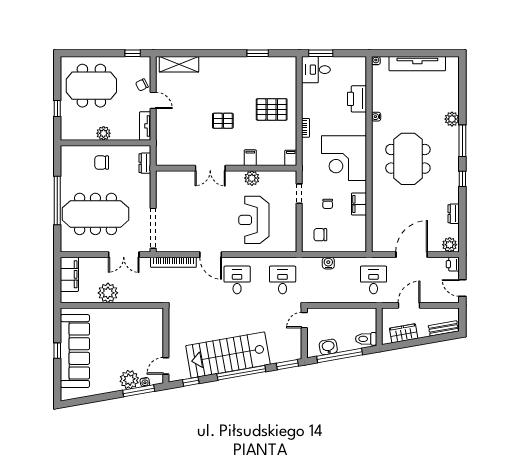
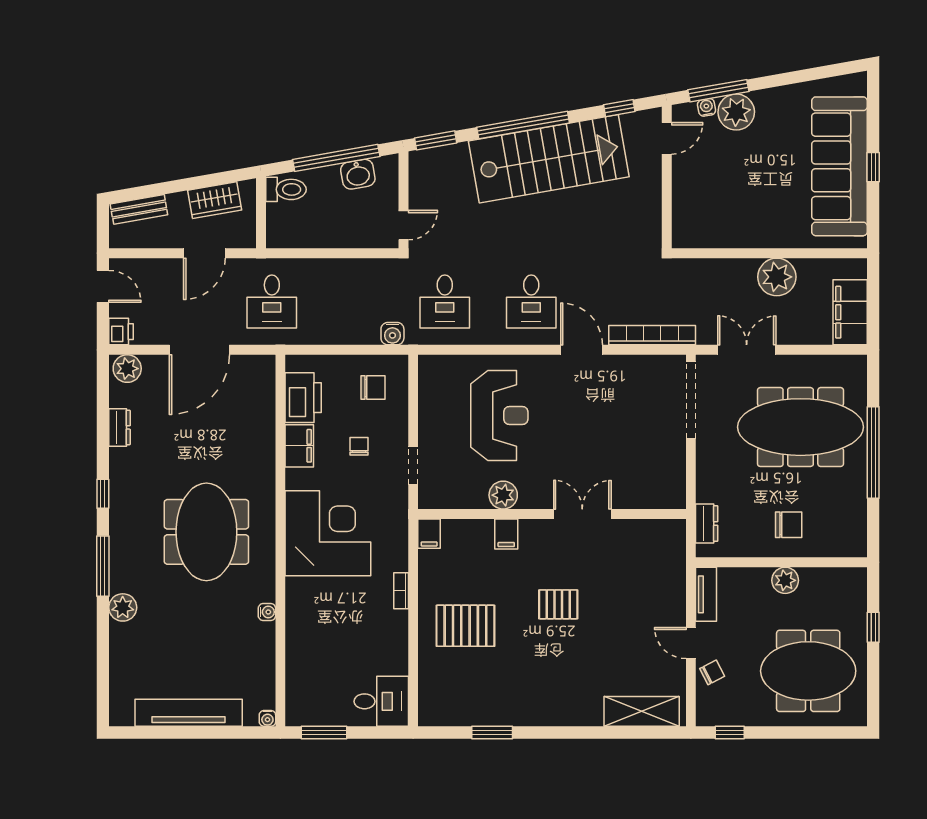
window: (321, 53) -> (324, 732), moved
printer: (357, 99) -> (303, 398), moved
water cooler: (328, 263) -> (392, 334), moved

